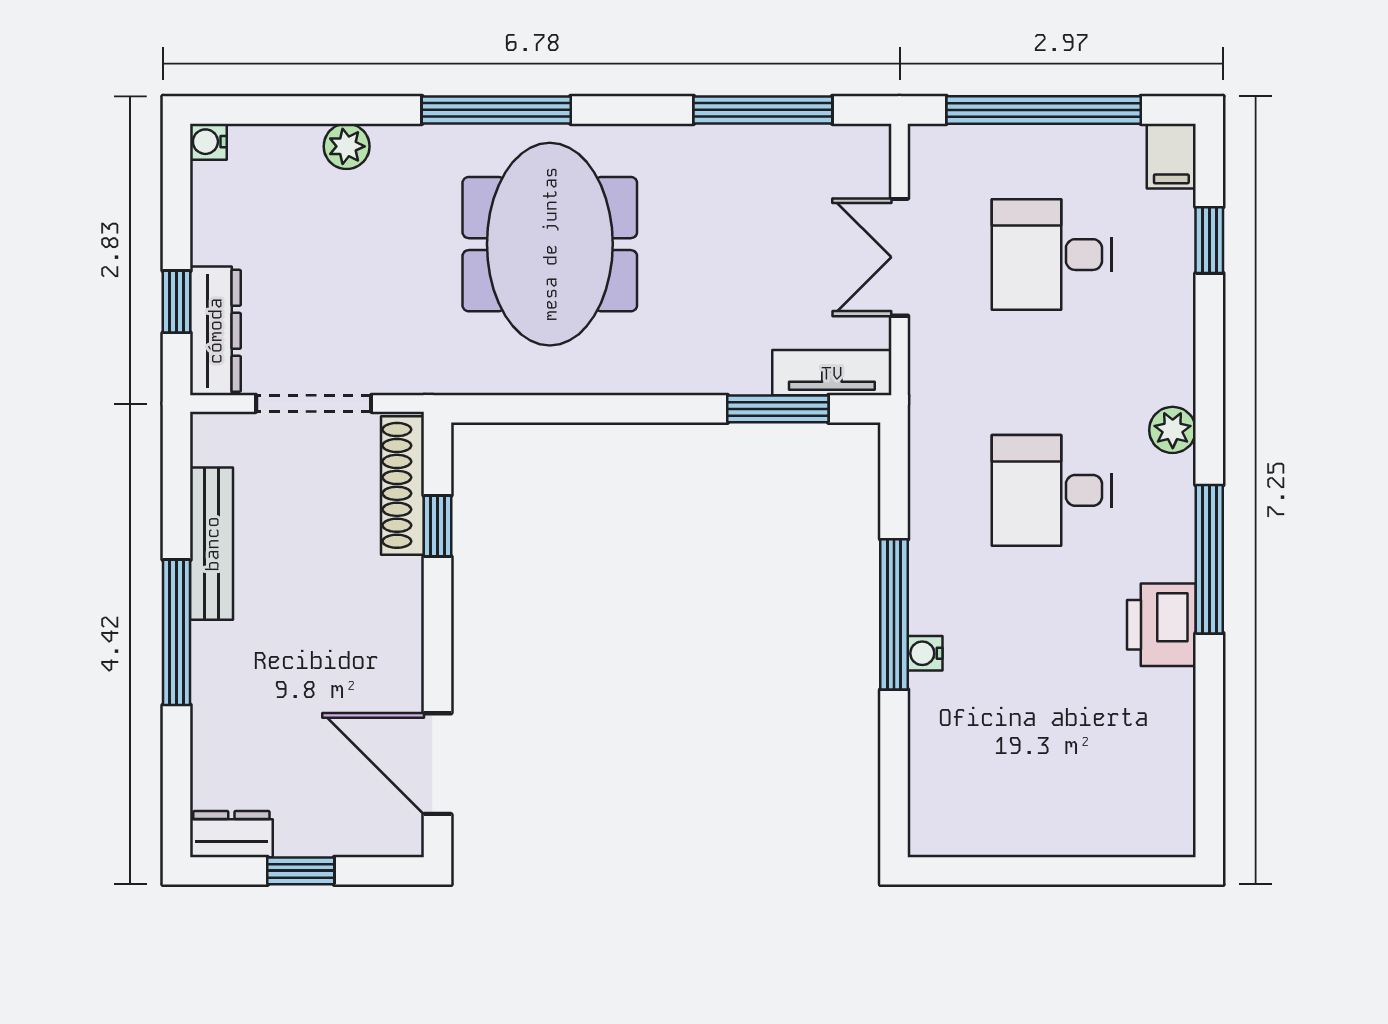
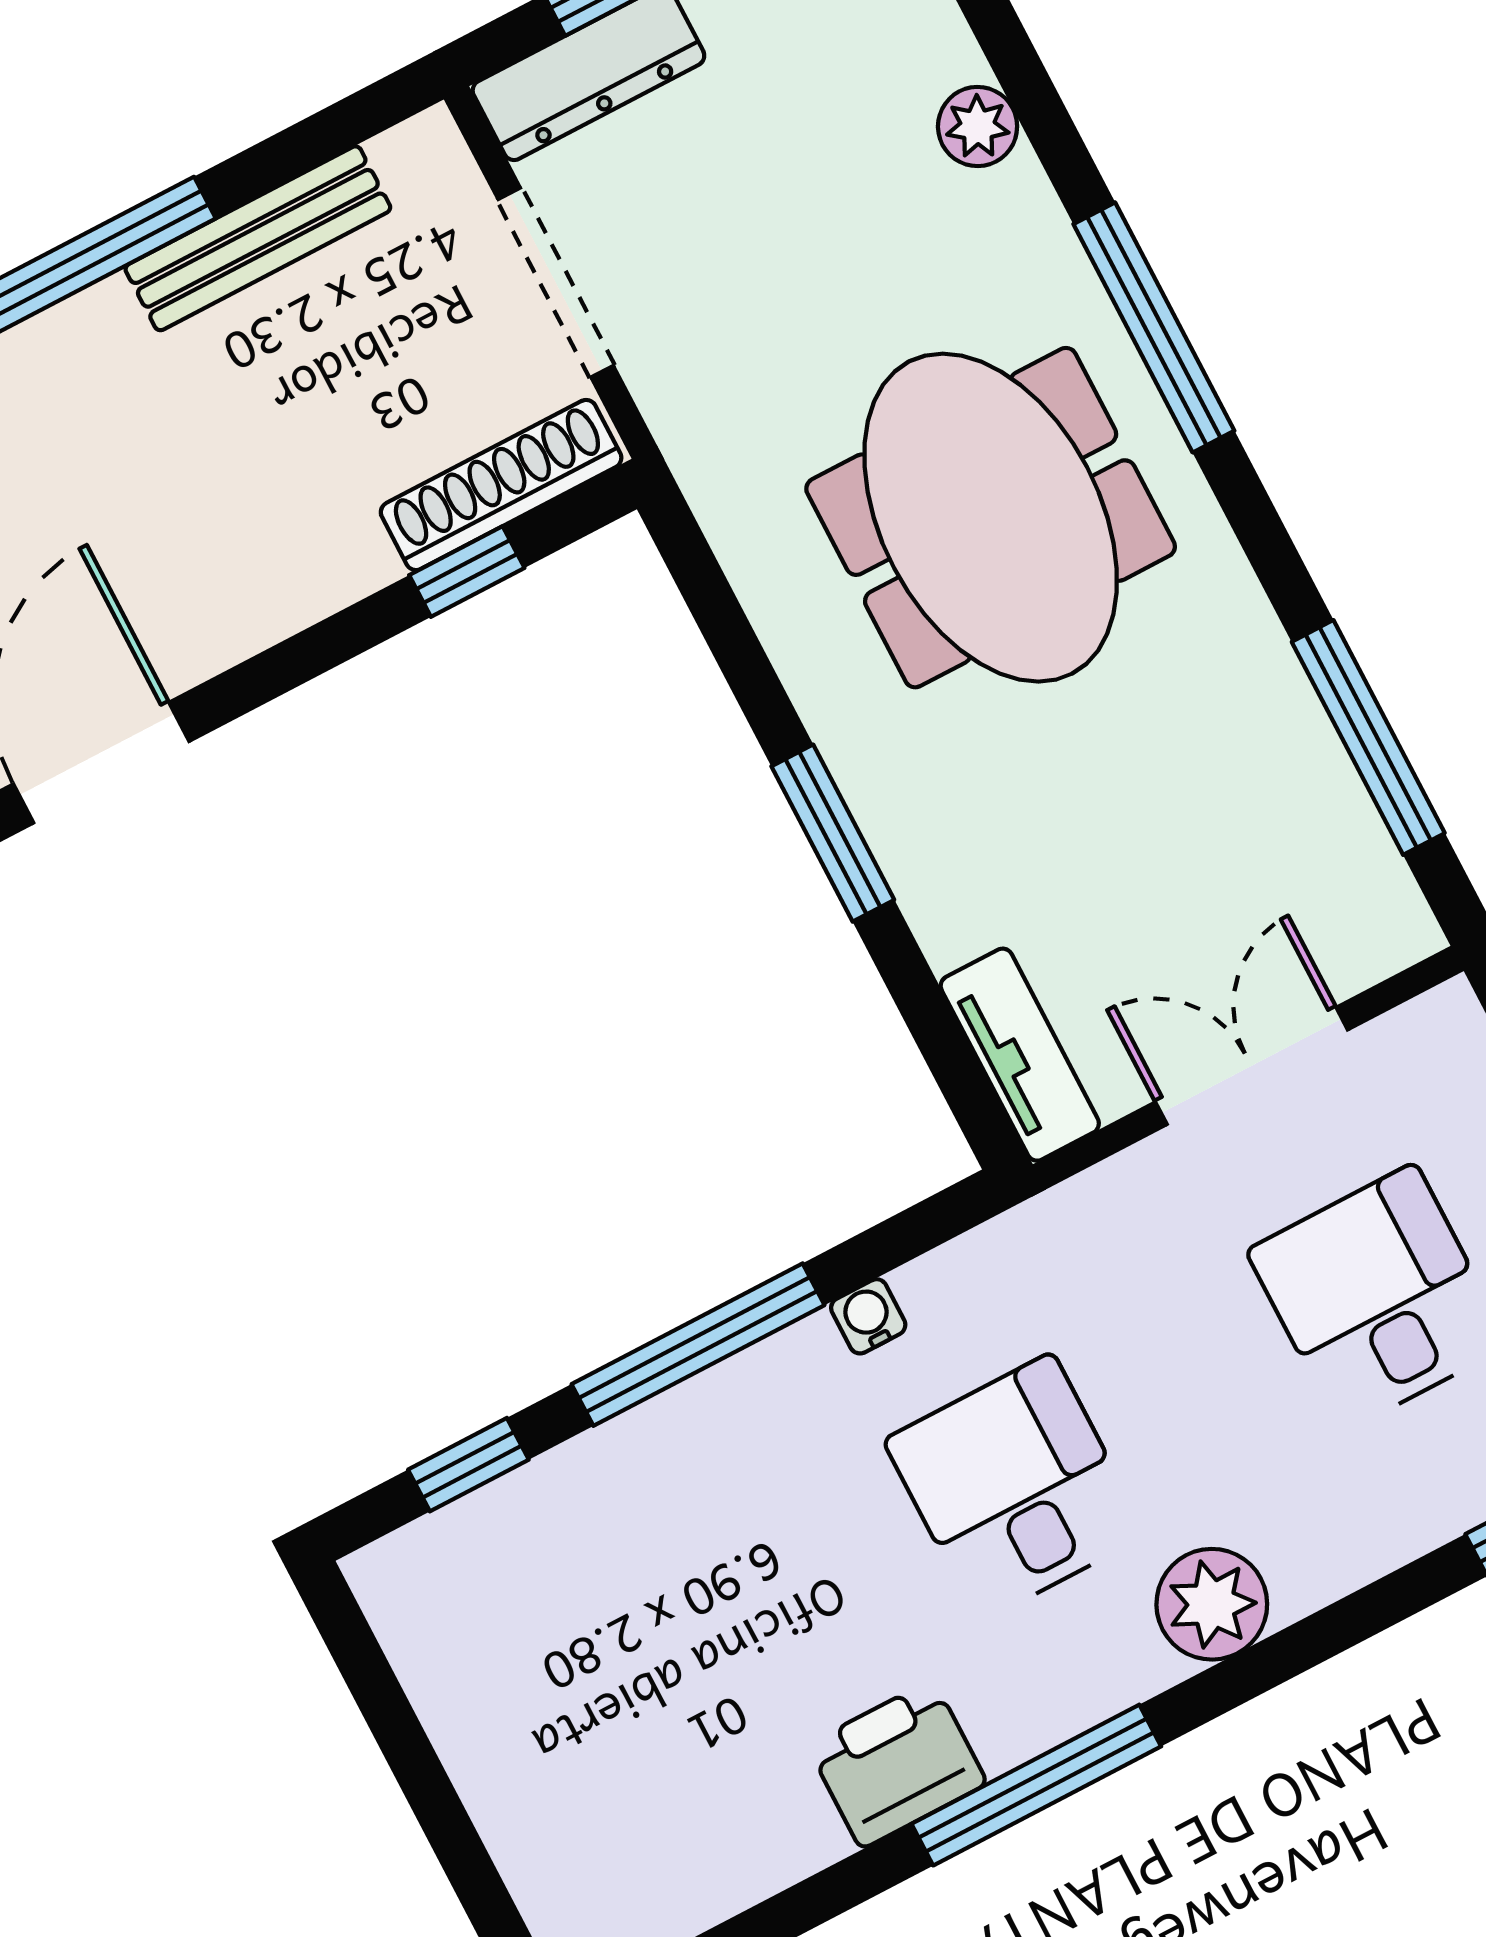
meeting table: (550, 244) -> (991, 518), turned 90
window: (778, 409) -> (833, 833), moved
plant: (1173, 430) -> (1212, 1604), width x1.38, depth x1.38
water cooler: (925, 653) -> (868, 1316), moved
window: (894, 764) -> (468, 1465), added

